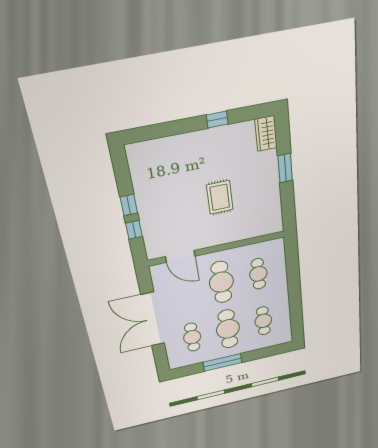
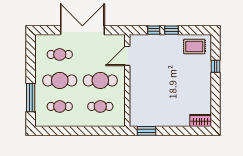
window: (217, 120) -> (215, 66), moved
window: (285, 168) -> (147, 131), moved
rug: (220, 197) -> (194, 46), moved
window: (222, 362) -> (31, 98), moved

